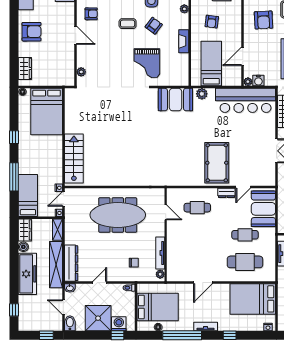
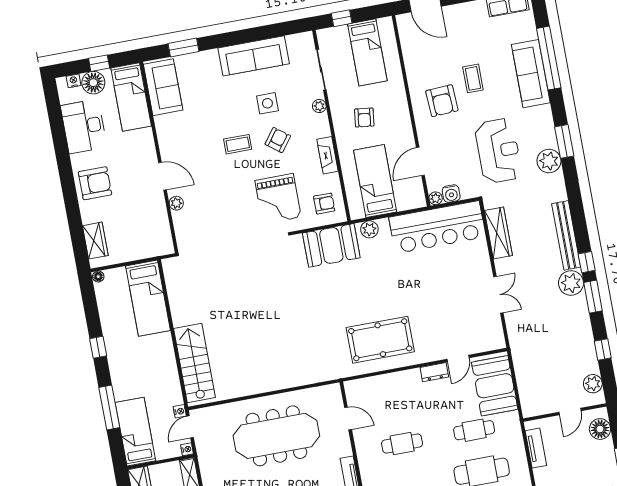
armchair: (91, 14) -> (324, 204), moved
plant: (81, 72) -> (176, 203), moved
bed: (47, 112) -> (148, 298), width x0.67
pool table: (217, 163) -> (380, 340), moved, turned 90
cafe table: (197, 208) -> (402, 444), moved

